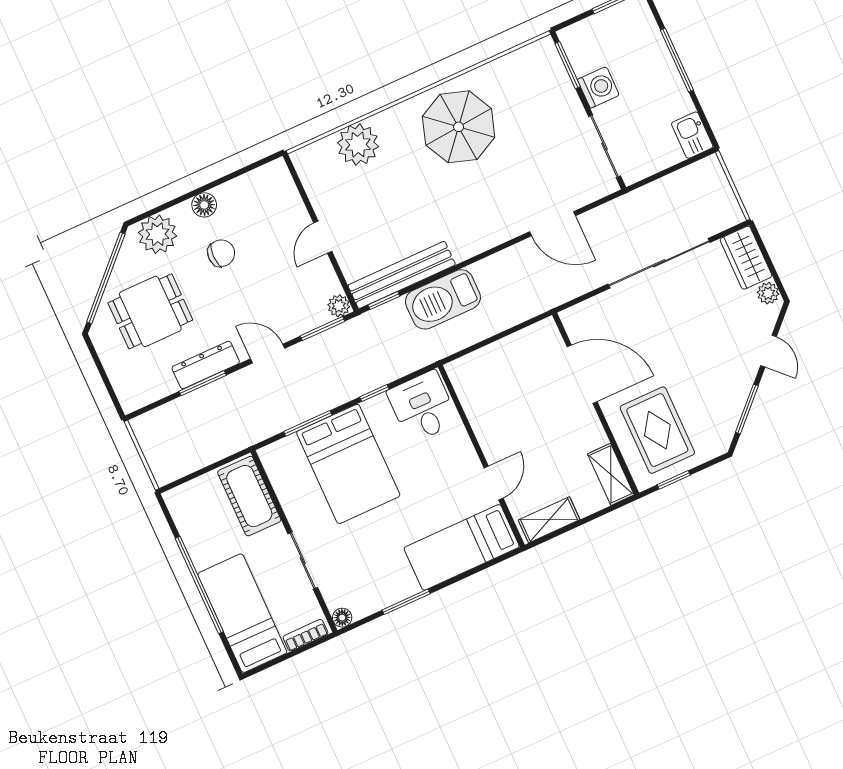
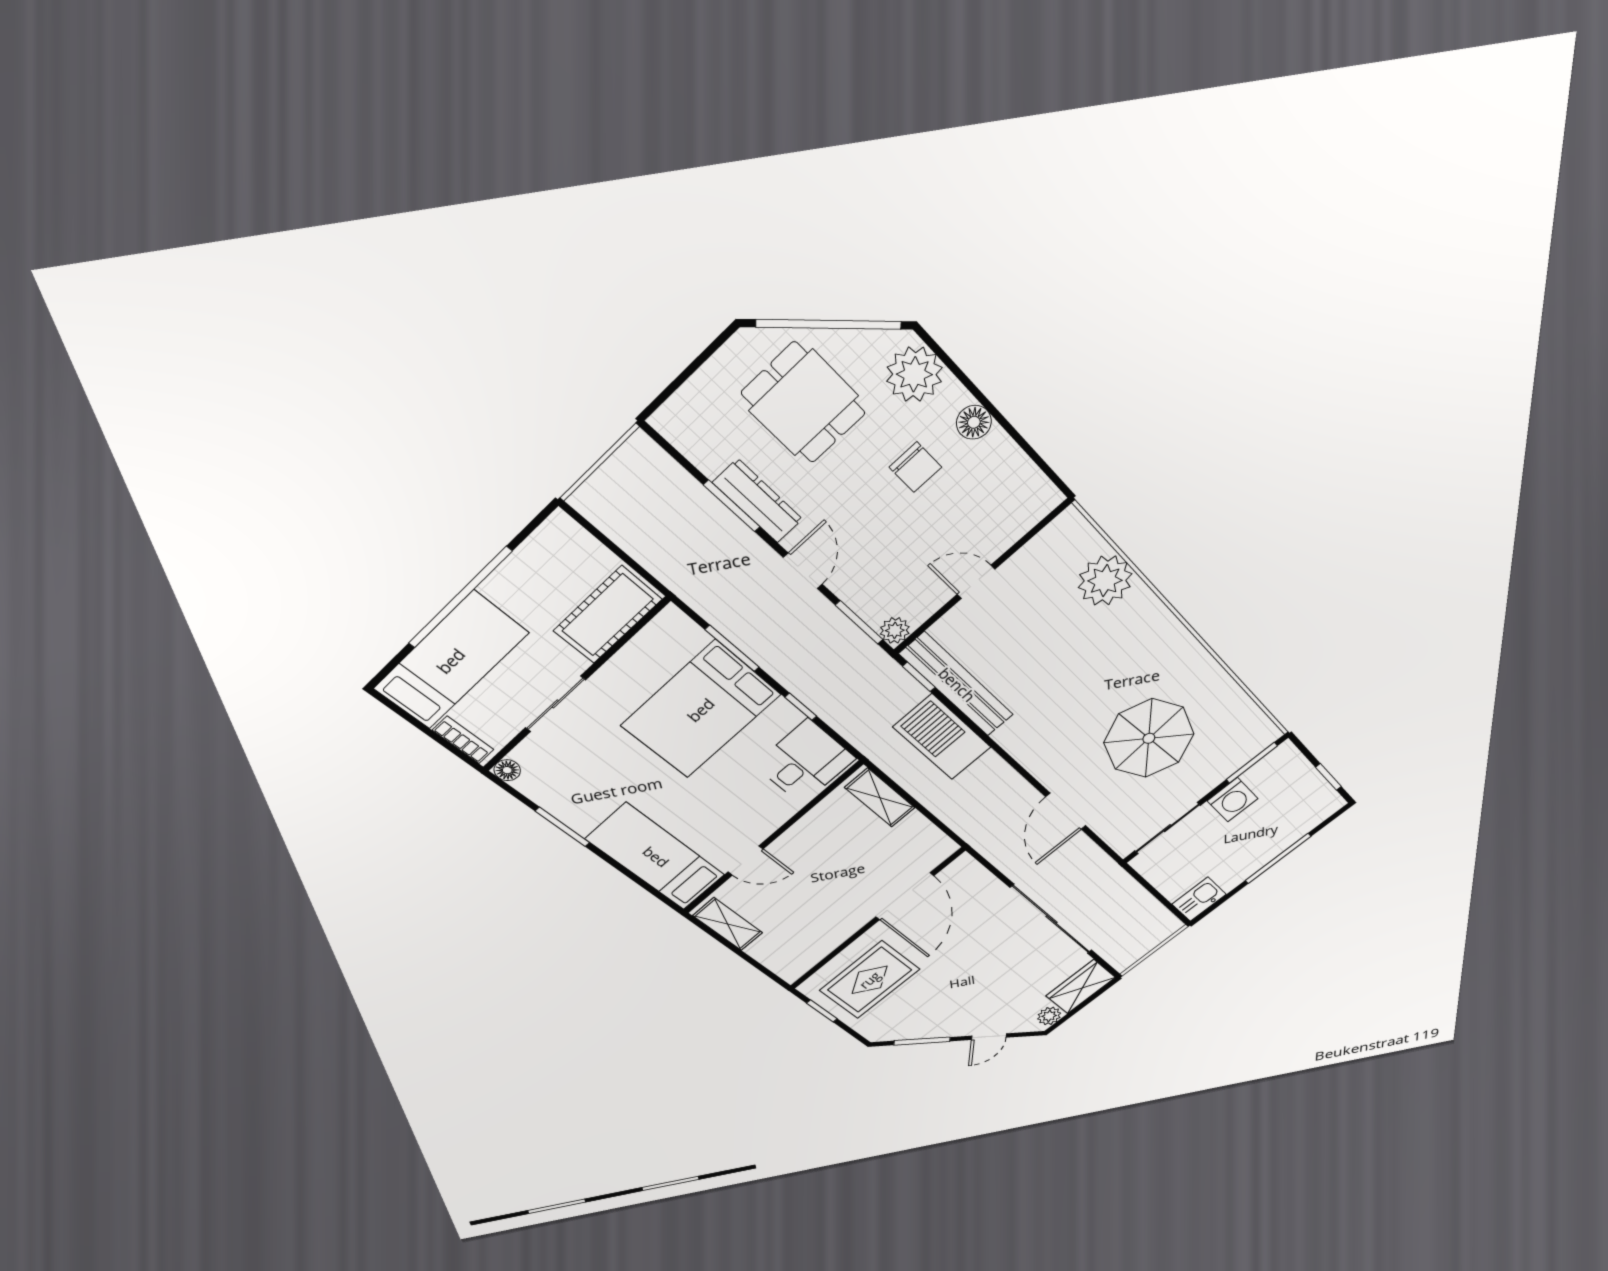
parasol: (459, 127) -> (1149, 738), moved
shelving: (611, 474) -> (880, 798), moved, turned 90

